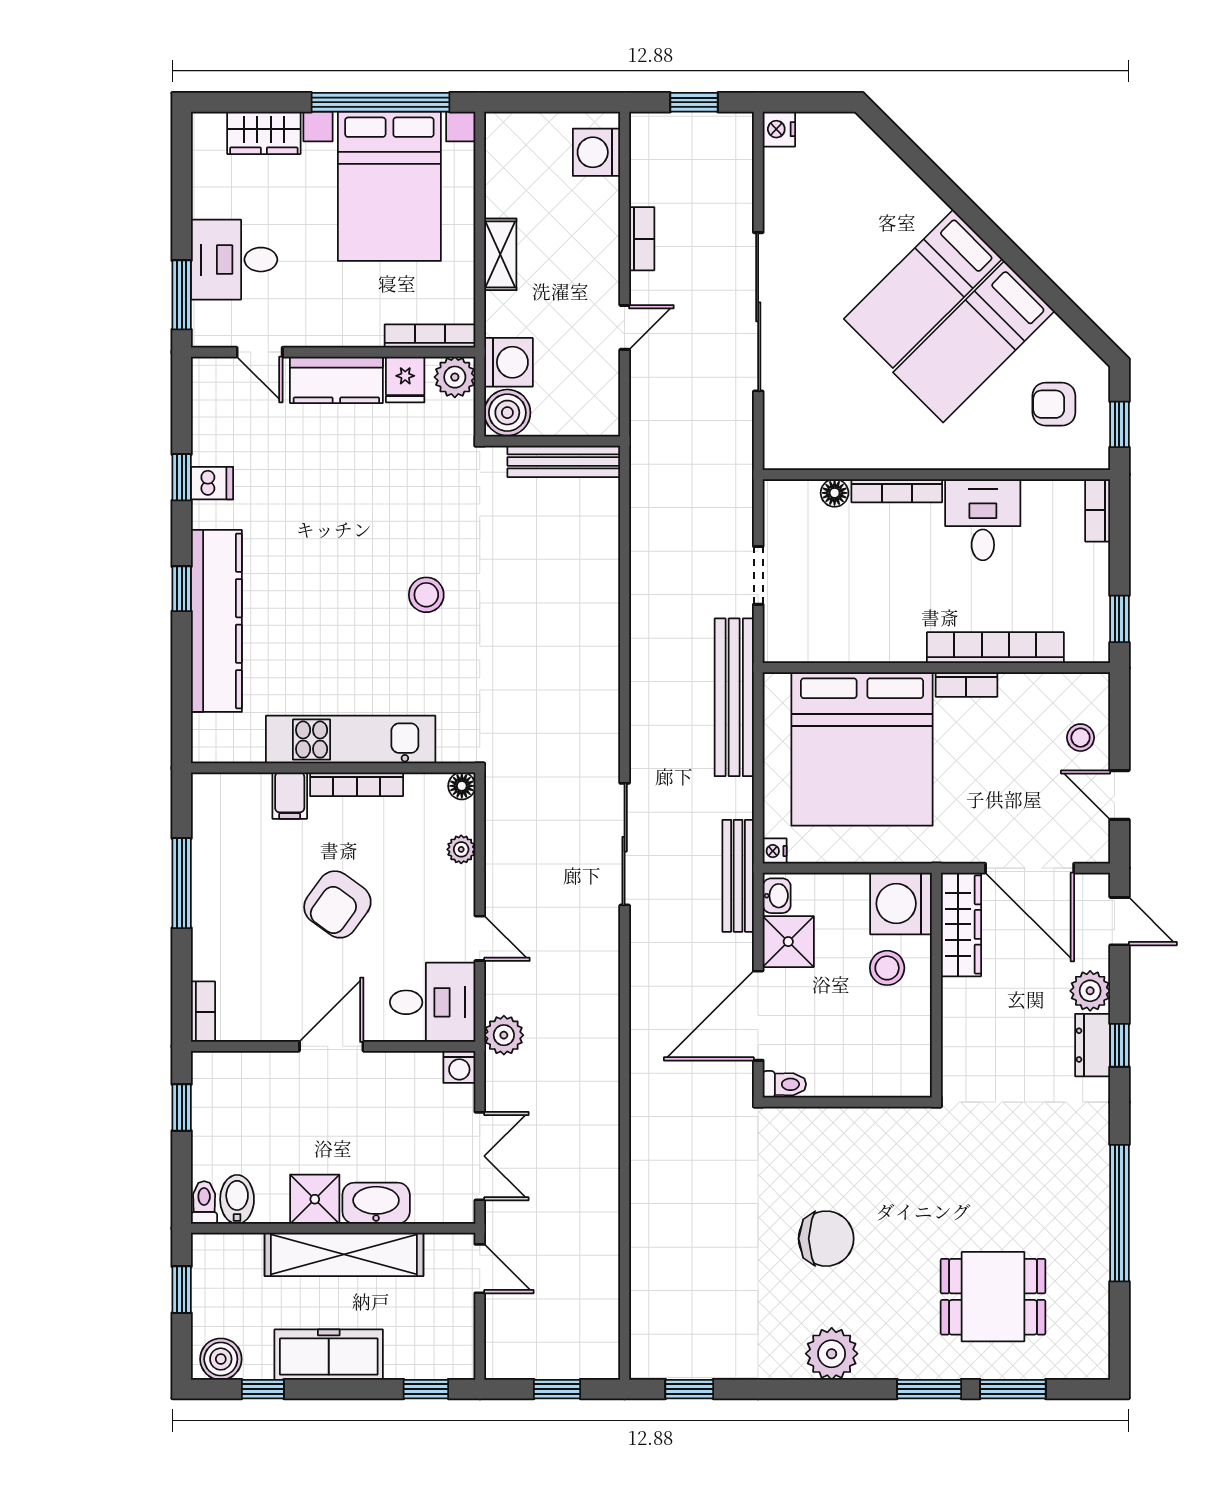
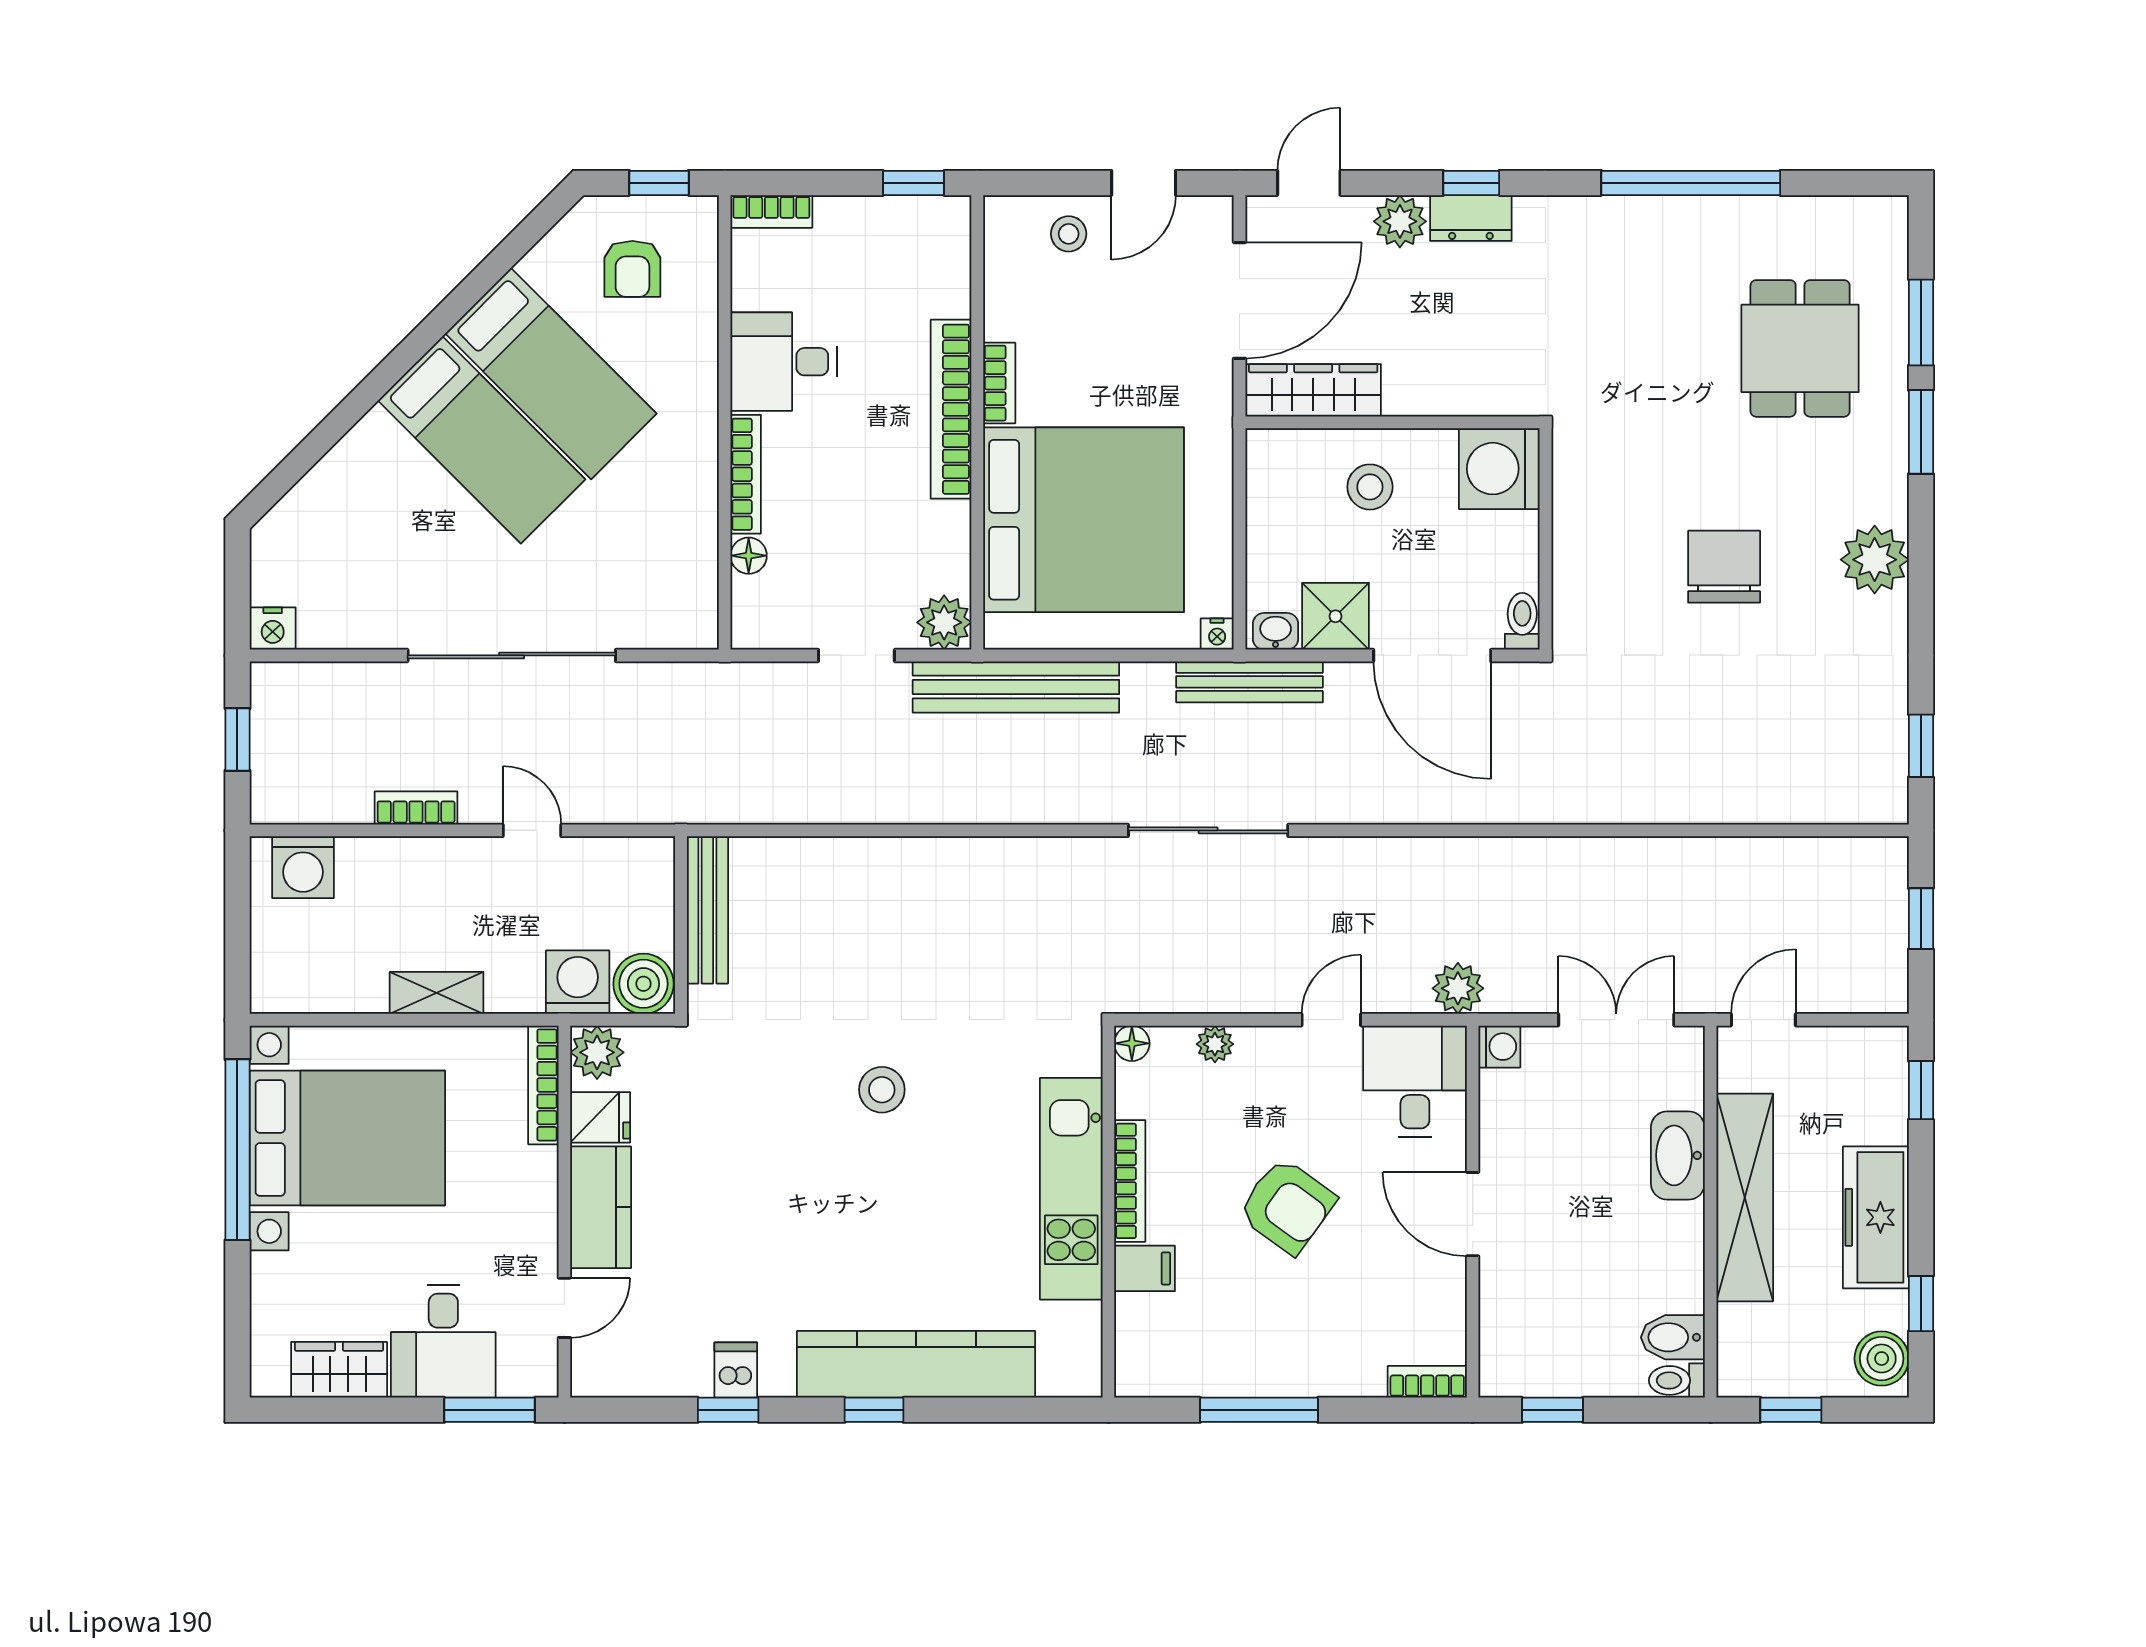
wardrobe: (264, 133) -> (339, 1370), moved, turned -90
plant: (784, 642) -> (944, 622), added
bookcase: (995, 648) -> (951, 409), moved
washing machine: (901, 904) -> (1499, 469), moved, turned 90
shower: (315, 1199) -> (1673, 1236), removed

